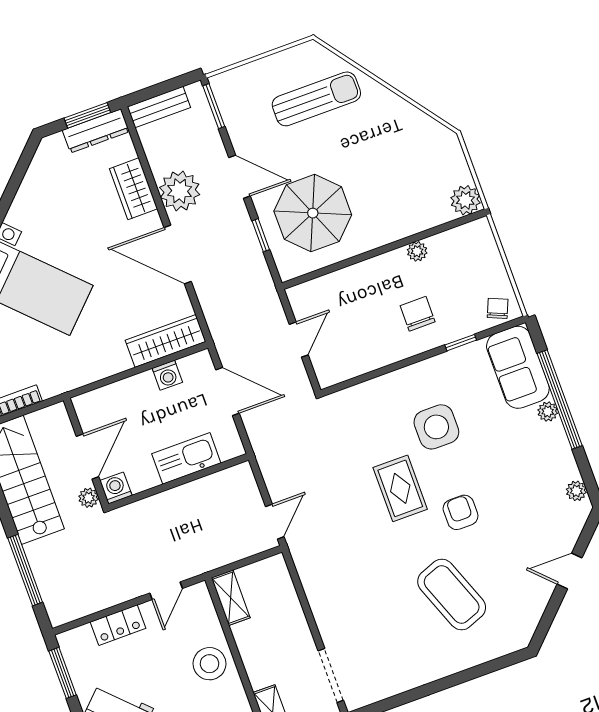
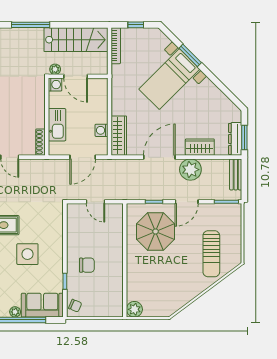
plant: (417, 251) -> (118, 276), removed
shoe rack: (228, 476) -> (40, 142), added

